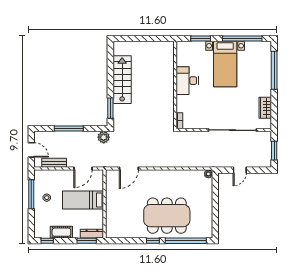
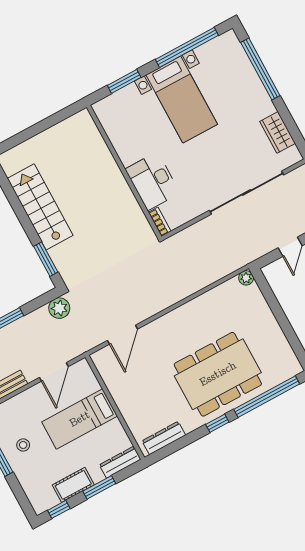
desk: (187, 81) -> (152, 181), moved
dresser: (121, 233) -> (164, 438), added
window: (87, 241) -> (99, 487), moved

